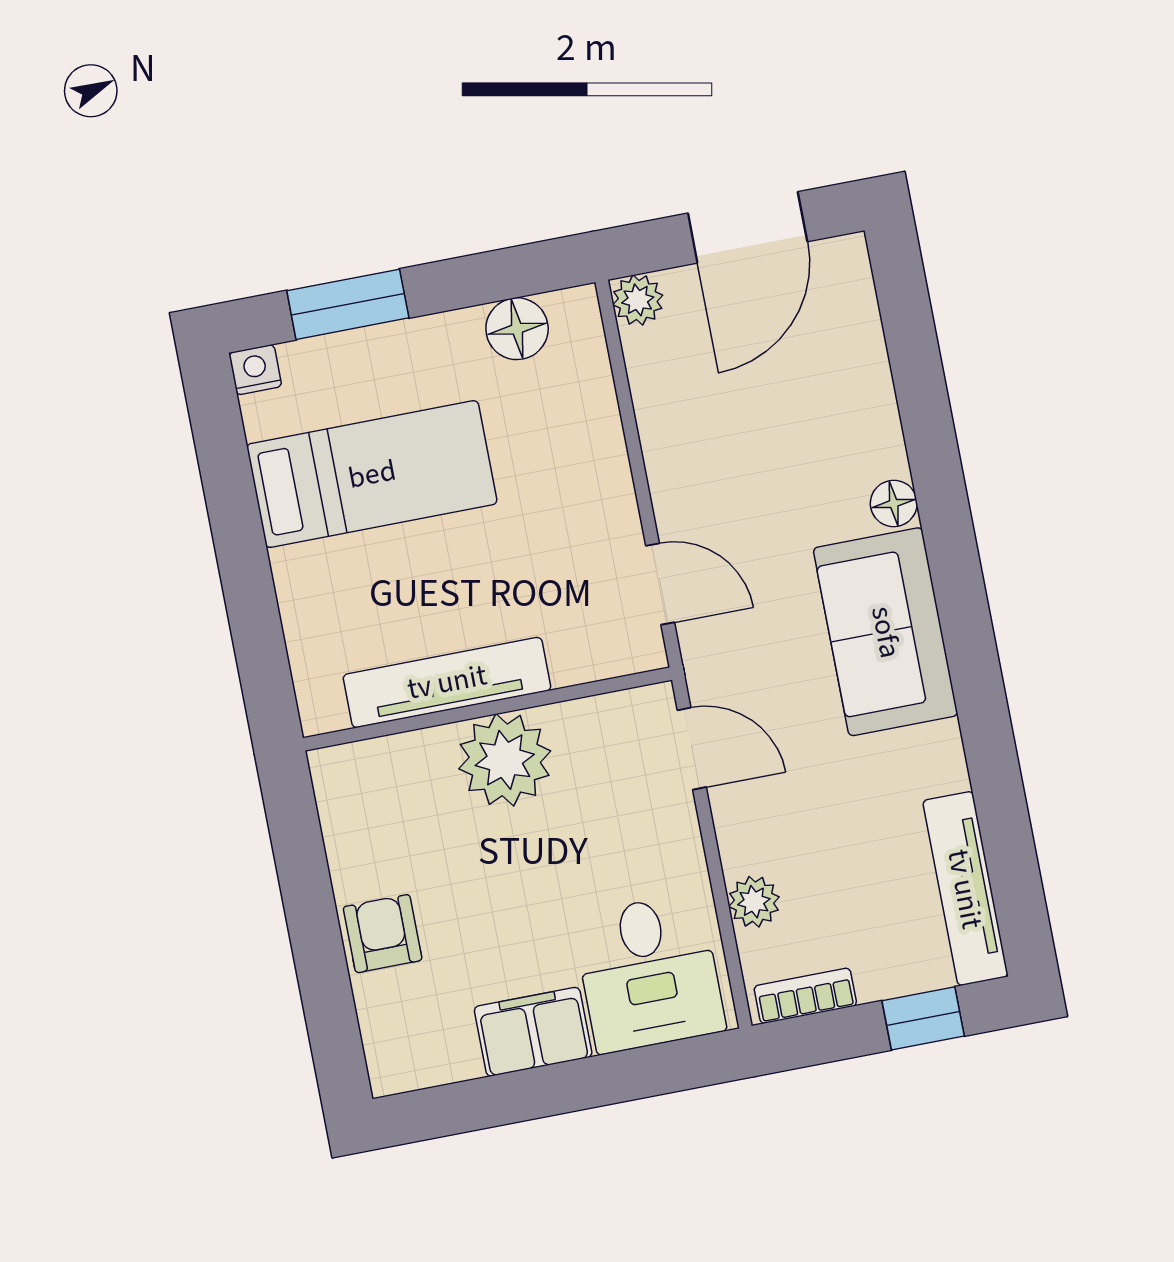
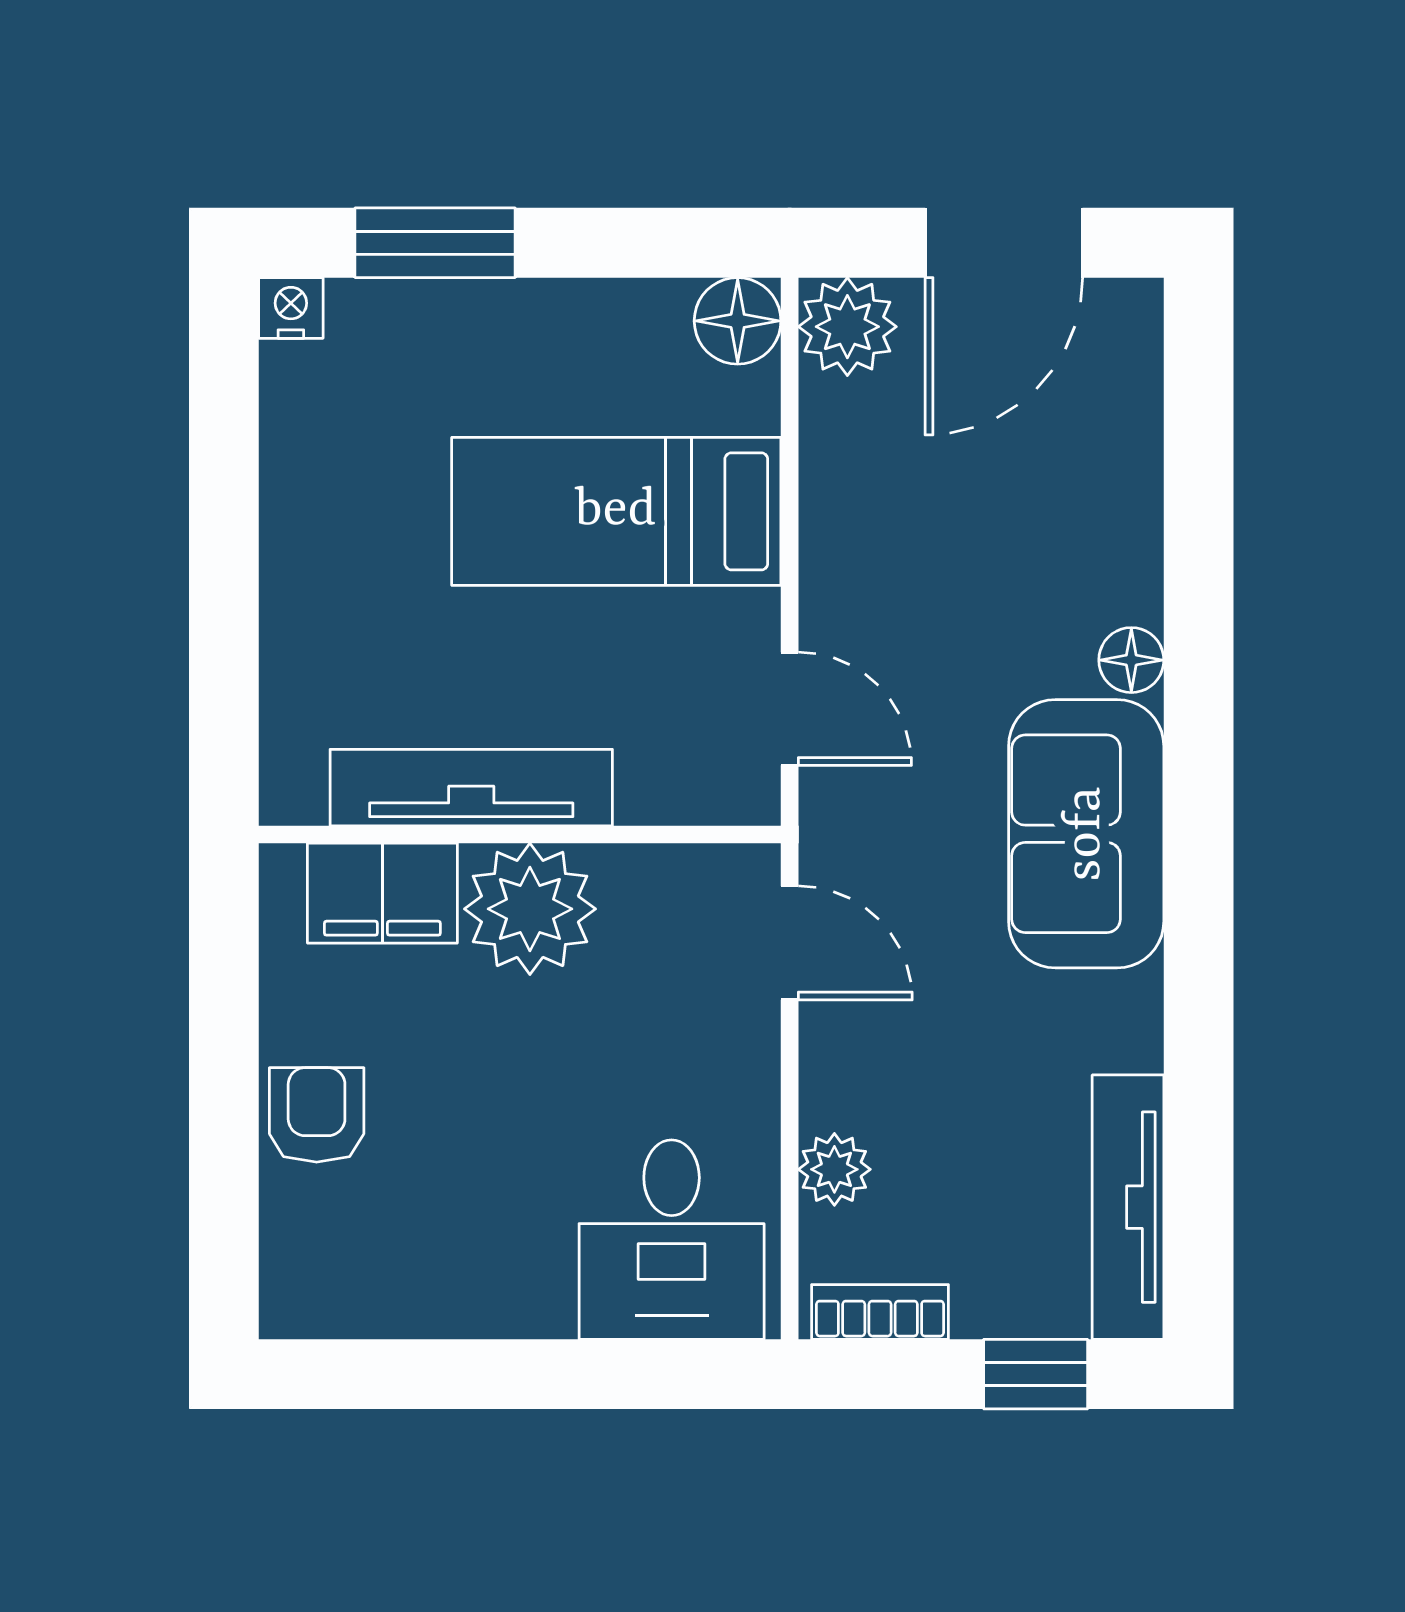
plant: (638, 300) -> (847, 327), width x1.38, depth x1.38
floor lamp: (517, 329) -> (738, 321), moved
bed: (372, 474) -> (616, 511), moved, turned 180
filing cabinet: (533, 1032) -> (382, 893), moved, turned 180

